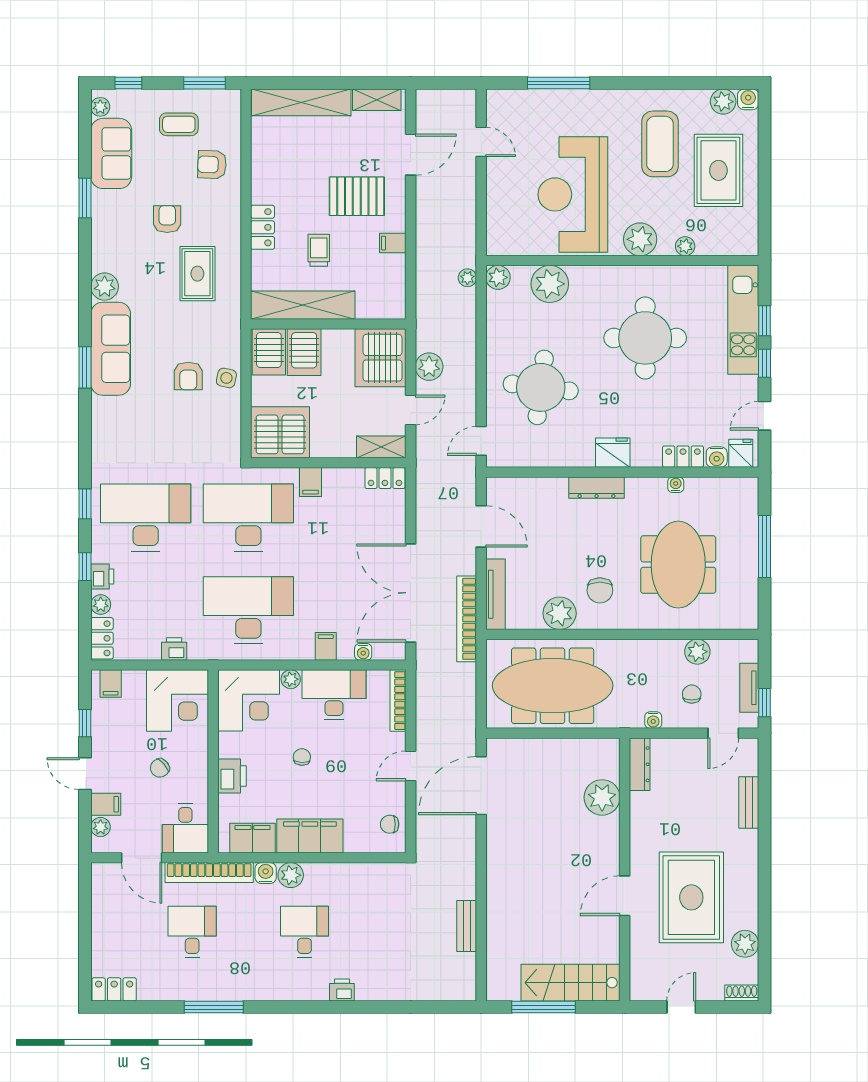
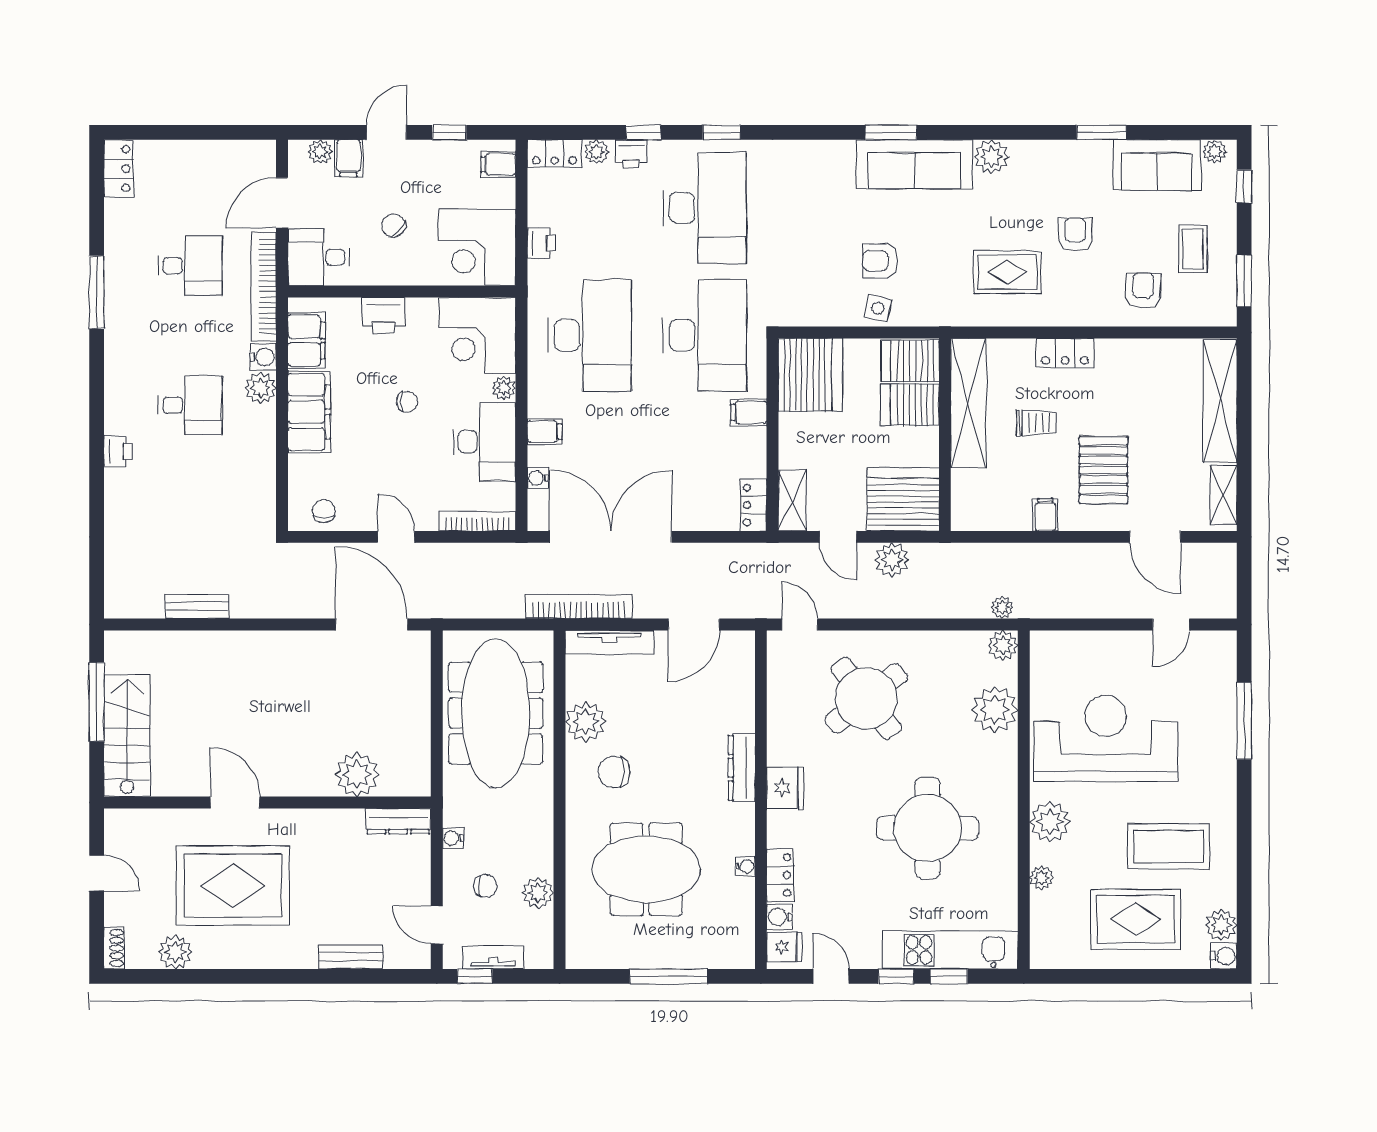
armchair: (167, 219) -> (1075, 235), turned -90
round table: (541, 387) -> (866, 698), turned 45

